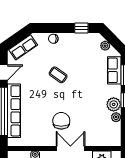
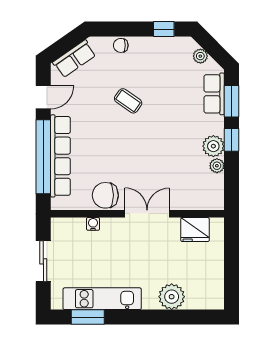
chair: (61, 121) -> (105, 195), moved, turned -90

